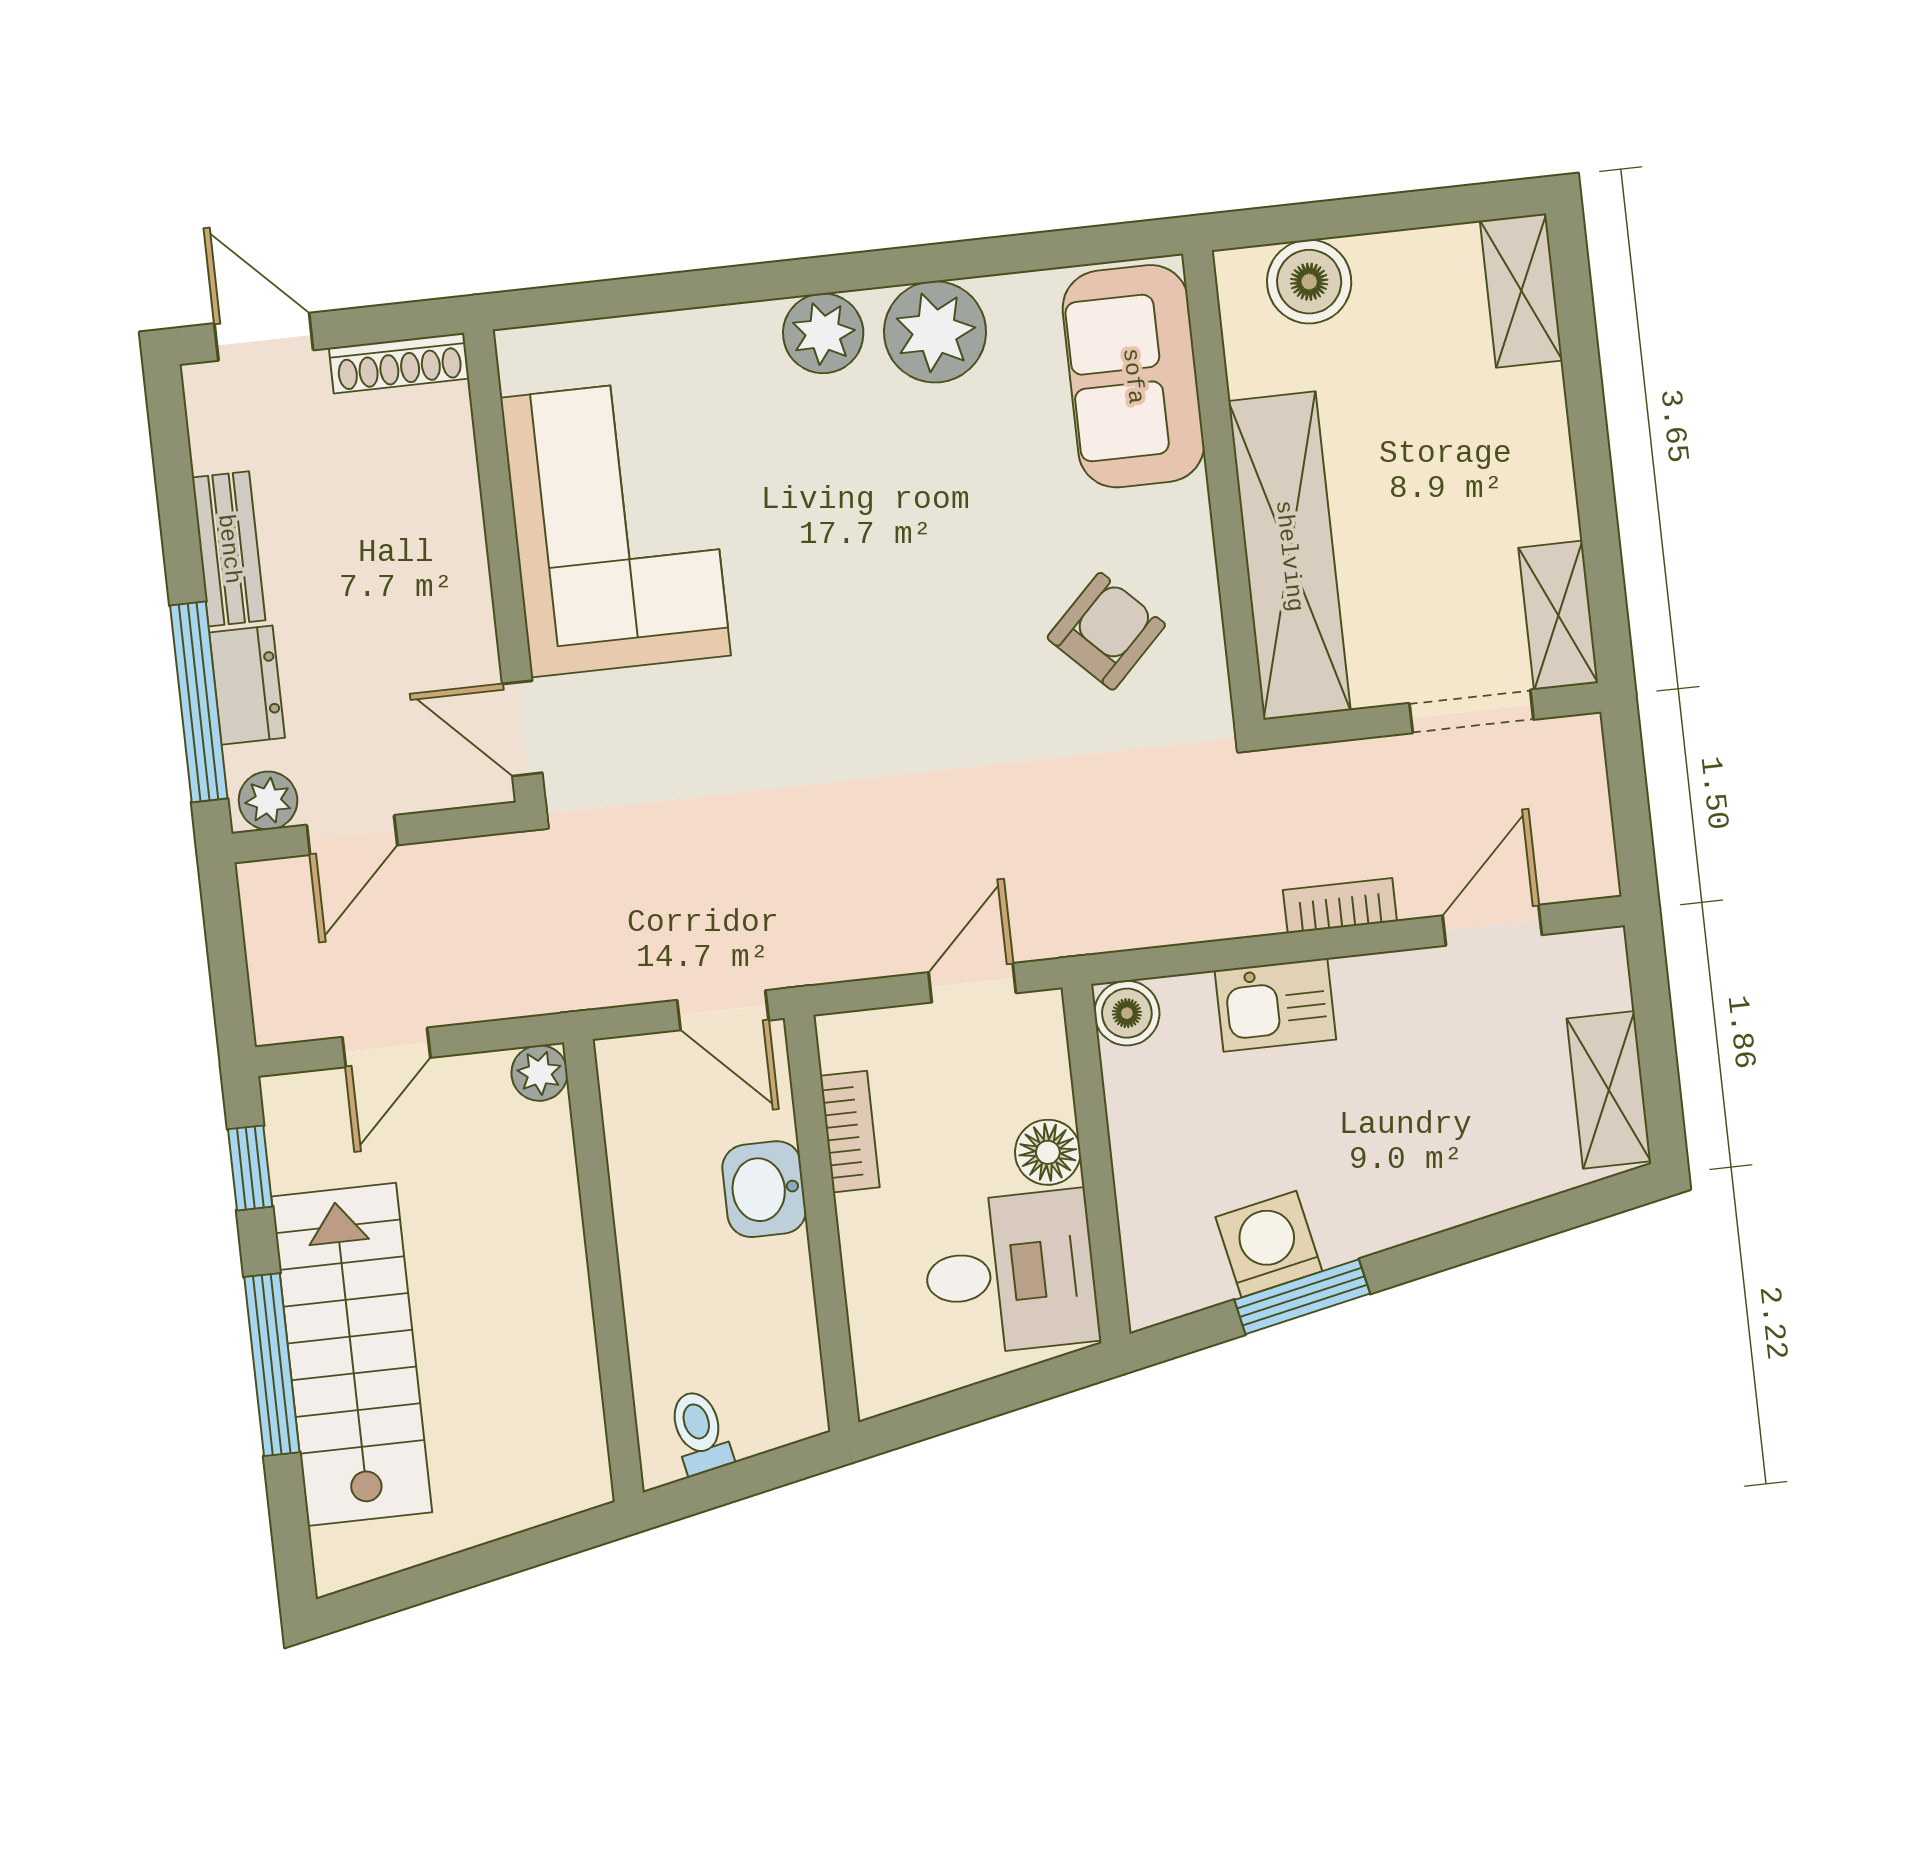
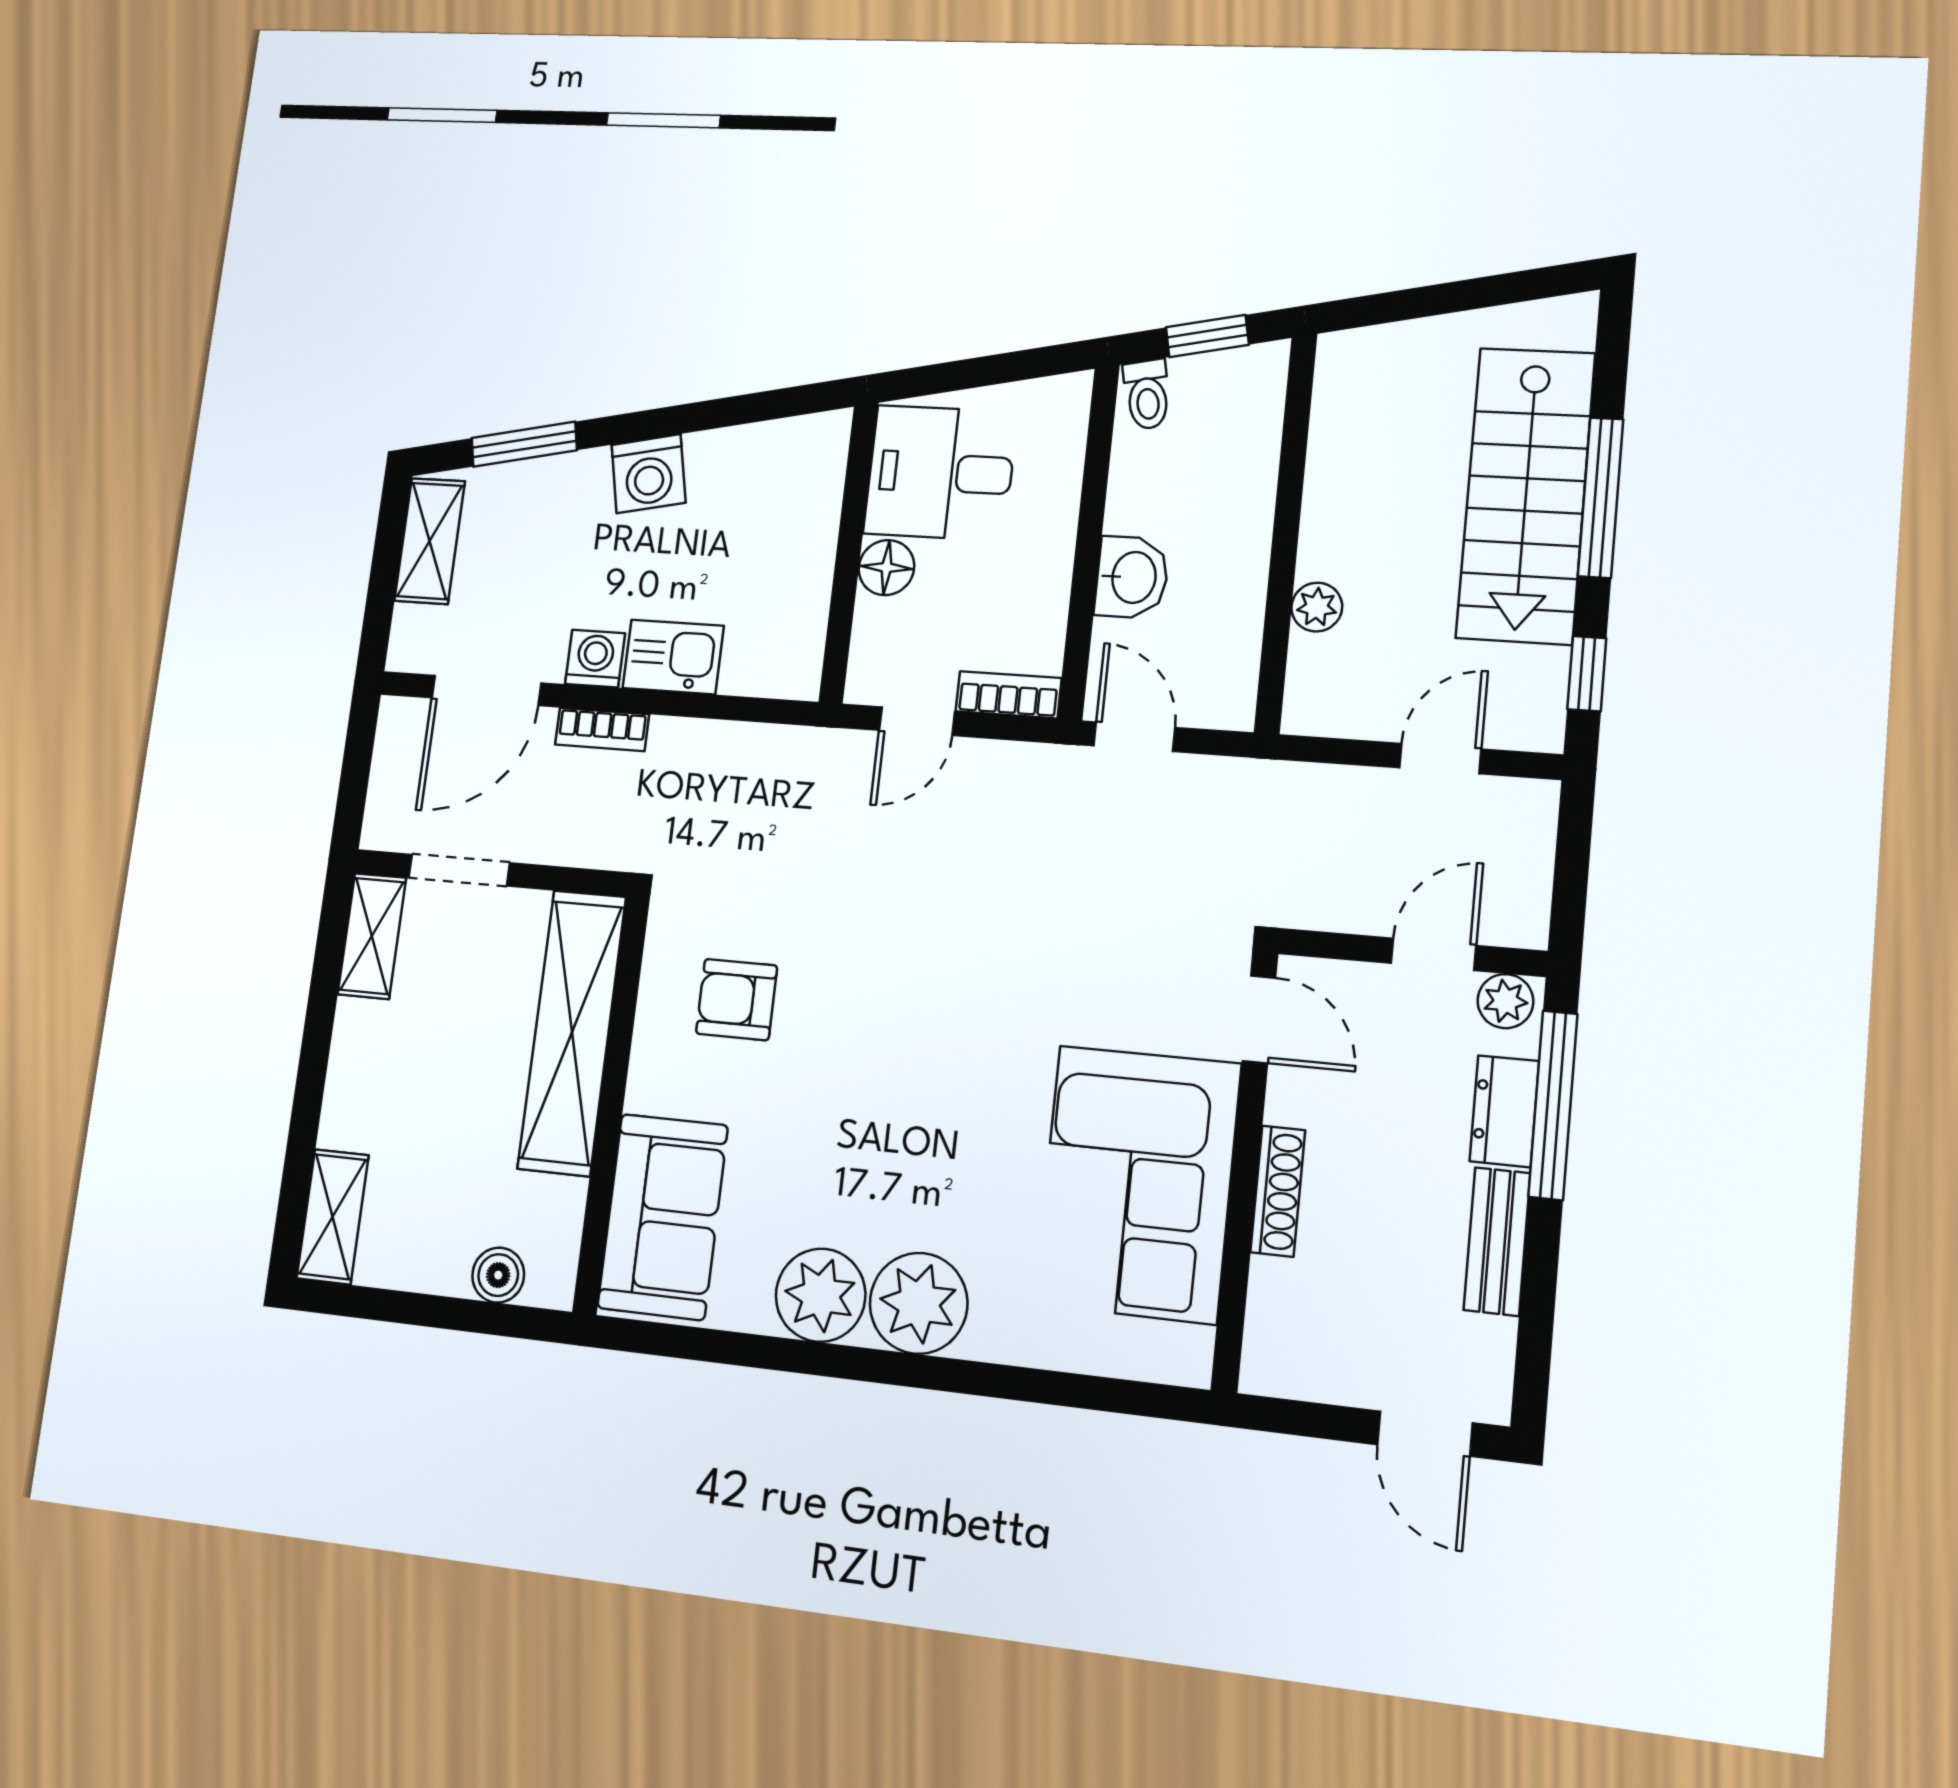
boiler: (1309, 282) -> (498, 1275), width x0.73, depth x0.73
plant: (823, 333) -> (919, 1303), width x1.36, depth x1.36
shoe rack: (399, 363) -> (1278, 1191), moved, turned 90
armchair: (1106, 631) -> (737, 1000), turned 45
door: (1492, 925) -> (486, 690), width x1.38
washing machine: (1369, 986) -> (595, 659), added
boiler: (1127, 1013) -> (795, 672), removed
plant: (539, 1073) -> (1317, 607), moved
bookcase: (850, 1132) -> (1008, 695), moved, turned 90
washing machine: (1269, 1244) -> (649, 474), moved
window: (1302, 1297) -> (524, 444), moved
toilet: (700, 1432) -> (1147, 394), moved
window: (738, 1481) -> (1207, 336), added

